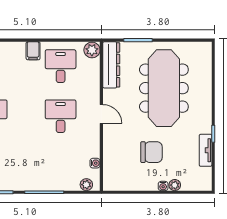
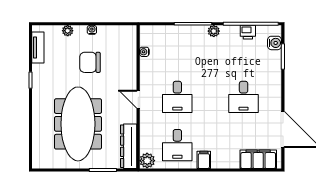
tv unit: (206, 150) -> (38, 47), moved
plant: (86, 185) -> (214, 31), moved
water cooler: (163, 186) -> (92, 30), moved

